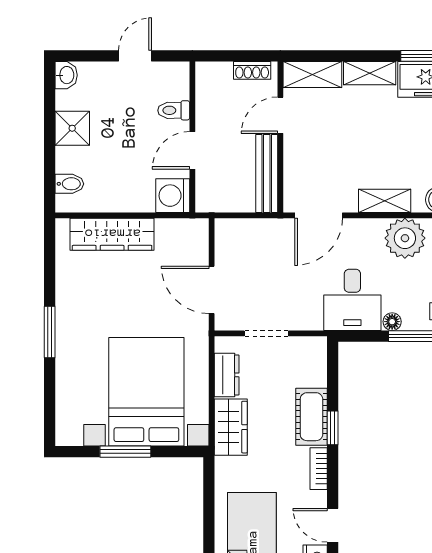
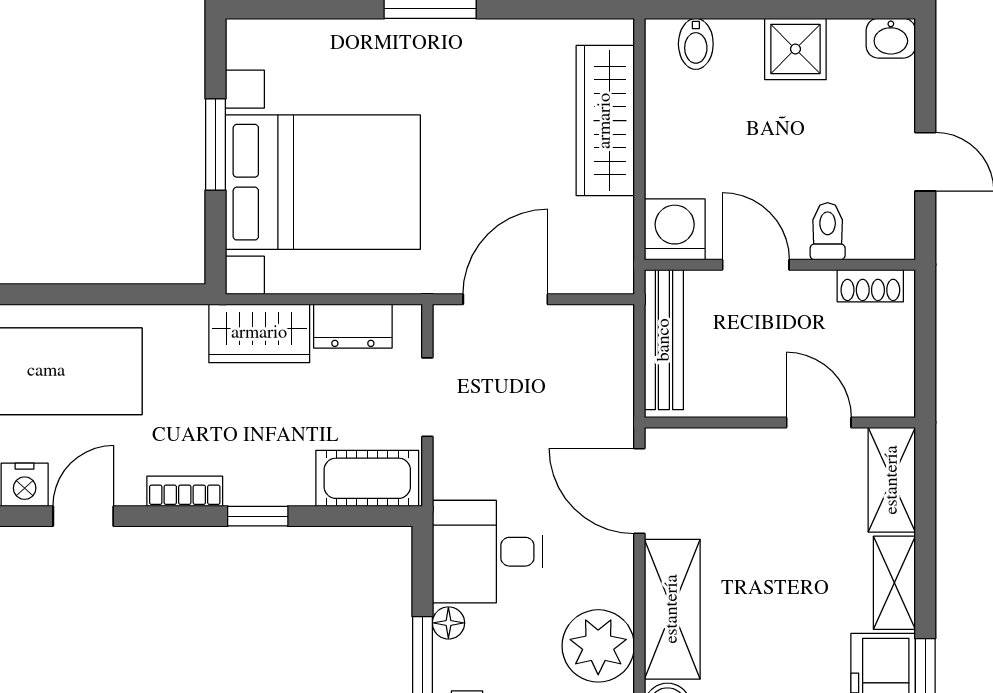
shoe rack: (252, 70) -> (870, 286), moved, turned -90
bench: (267, 173) -> (664, 340), moved, turned 90
shelving: (385, 201) -> (672, 609), width x1.50, depth x1.33
cot: (311, 417) -> (367, 478), moved

